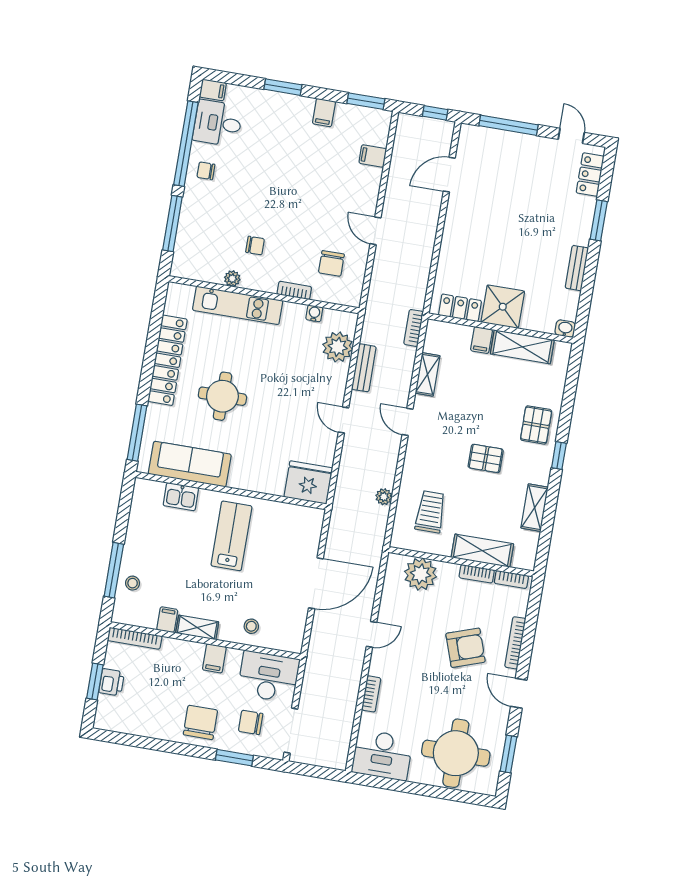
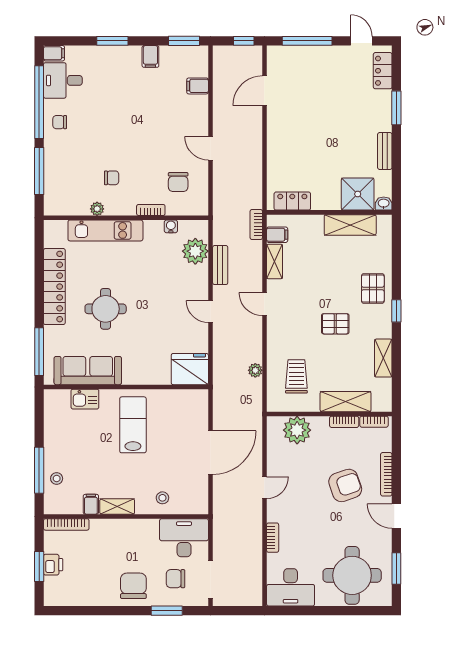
shower: (503, 307) -> (358, 194), moved
filing cabinet: (481, 340) -> (277, 235), moved, turned -90
filing cabinet: (214, 658) -> (136, 530), removed

